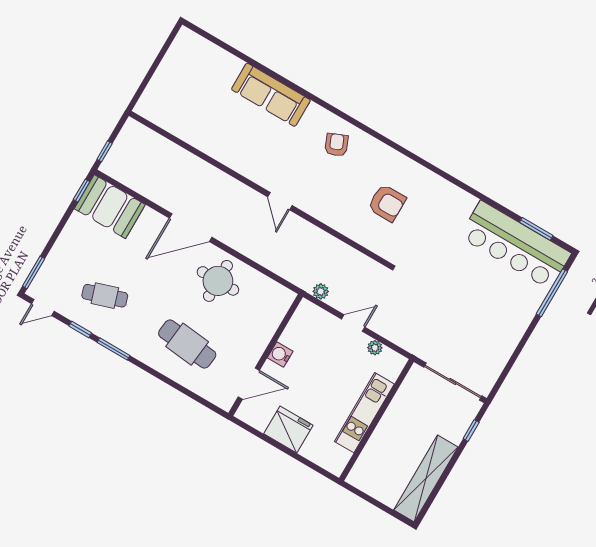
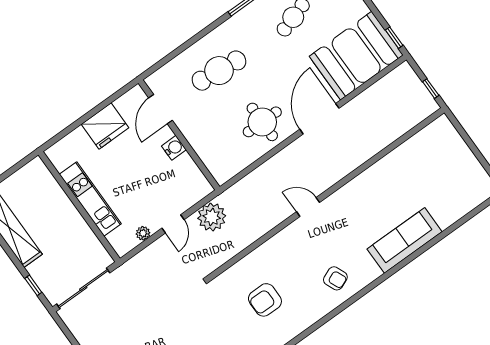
window: (105, 151) -> (431, 89), moved
booth: (110, 207) -> (356, 56), width x1.36, depth x1.42
plant: (321, 291) -> (212, 217), width x1.88, depth x1.88

